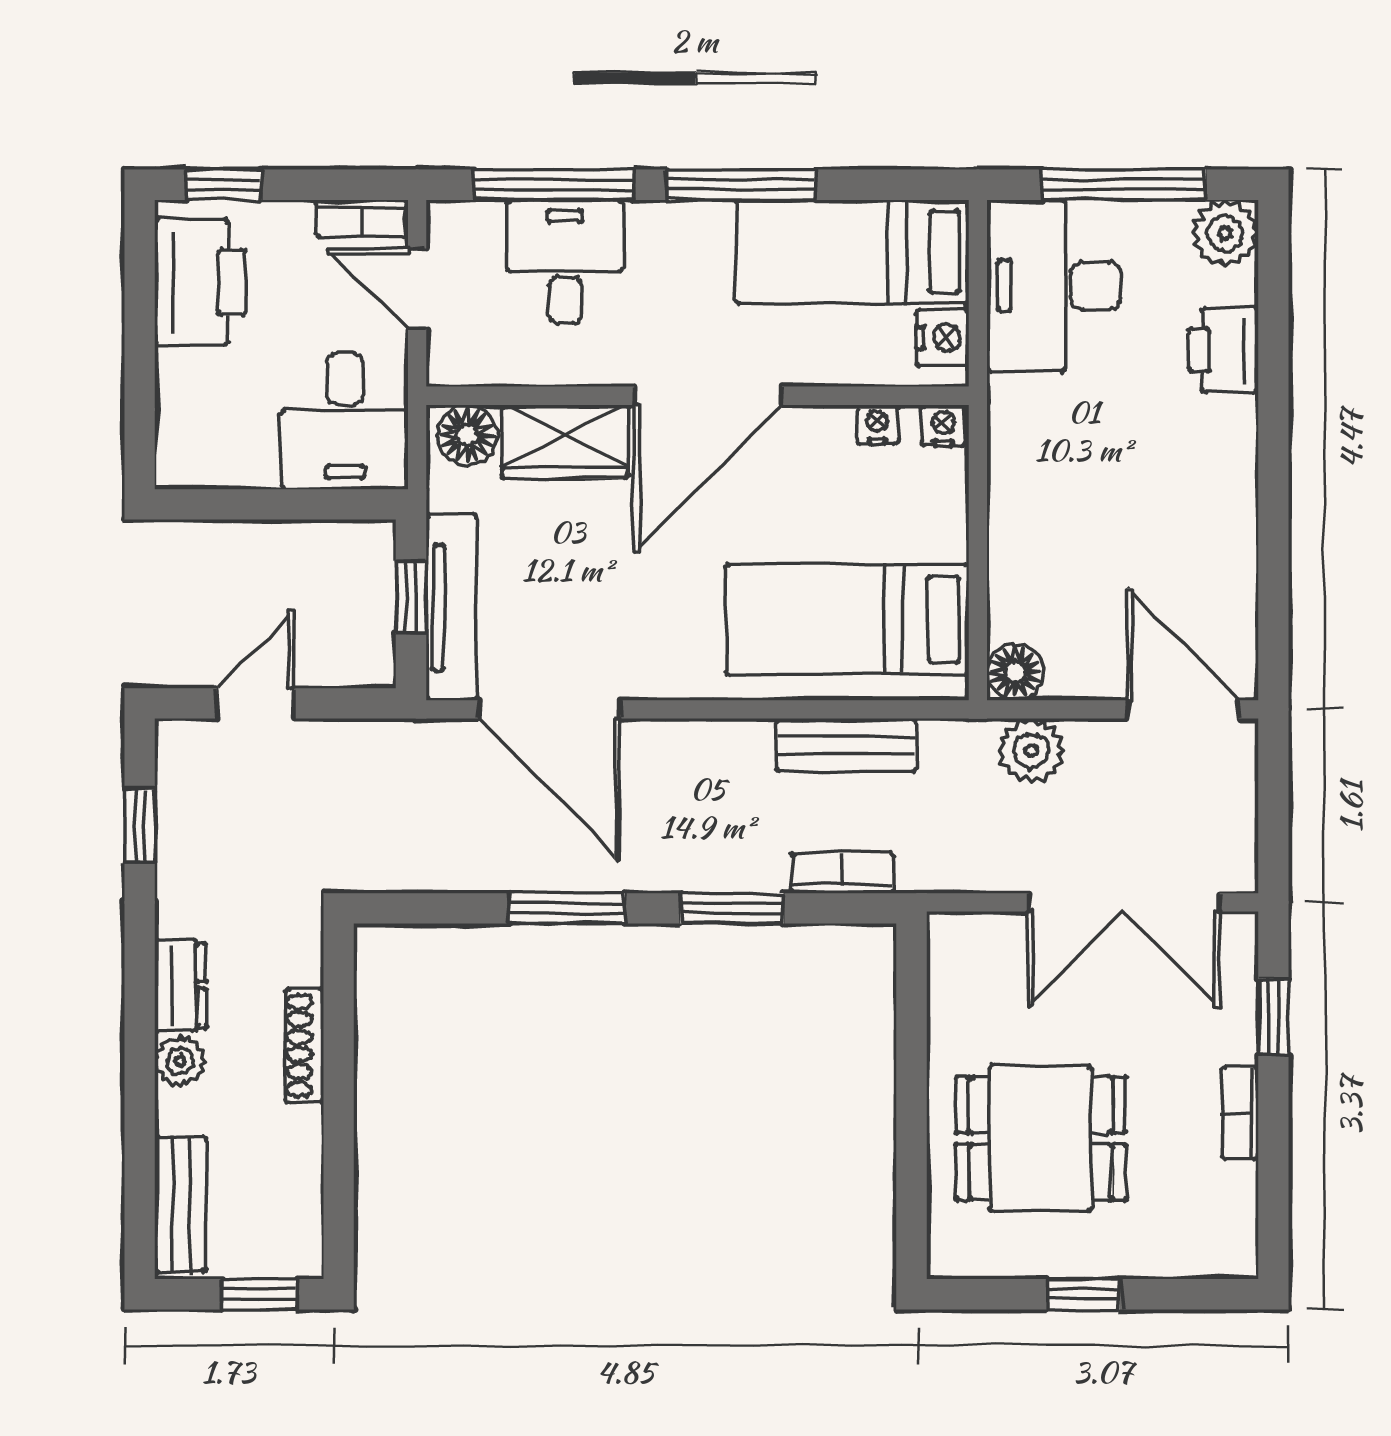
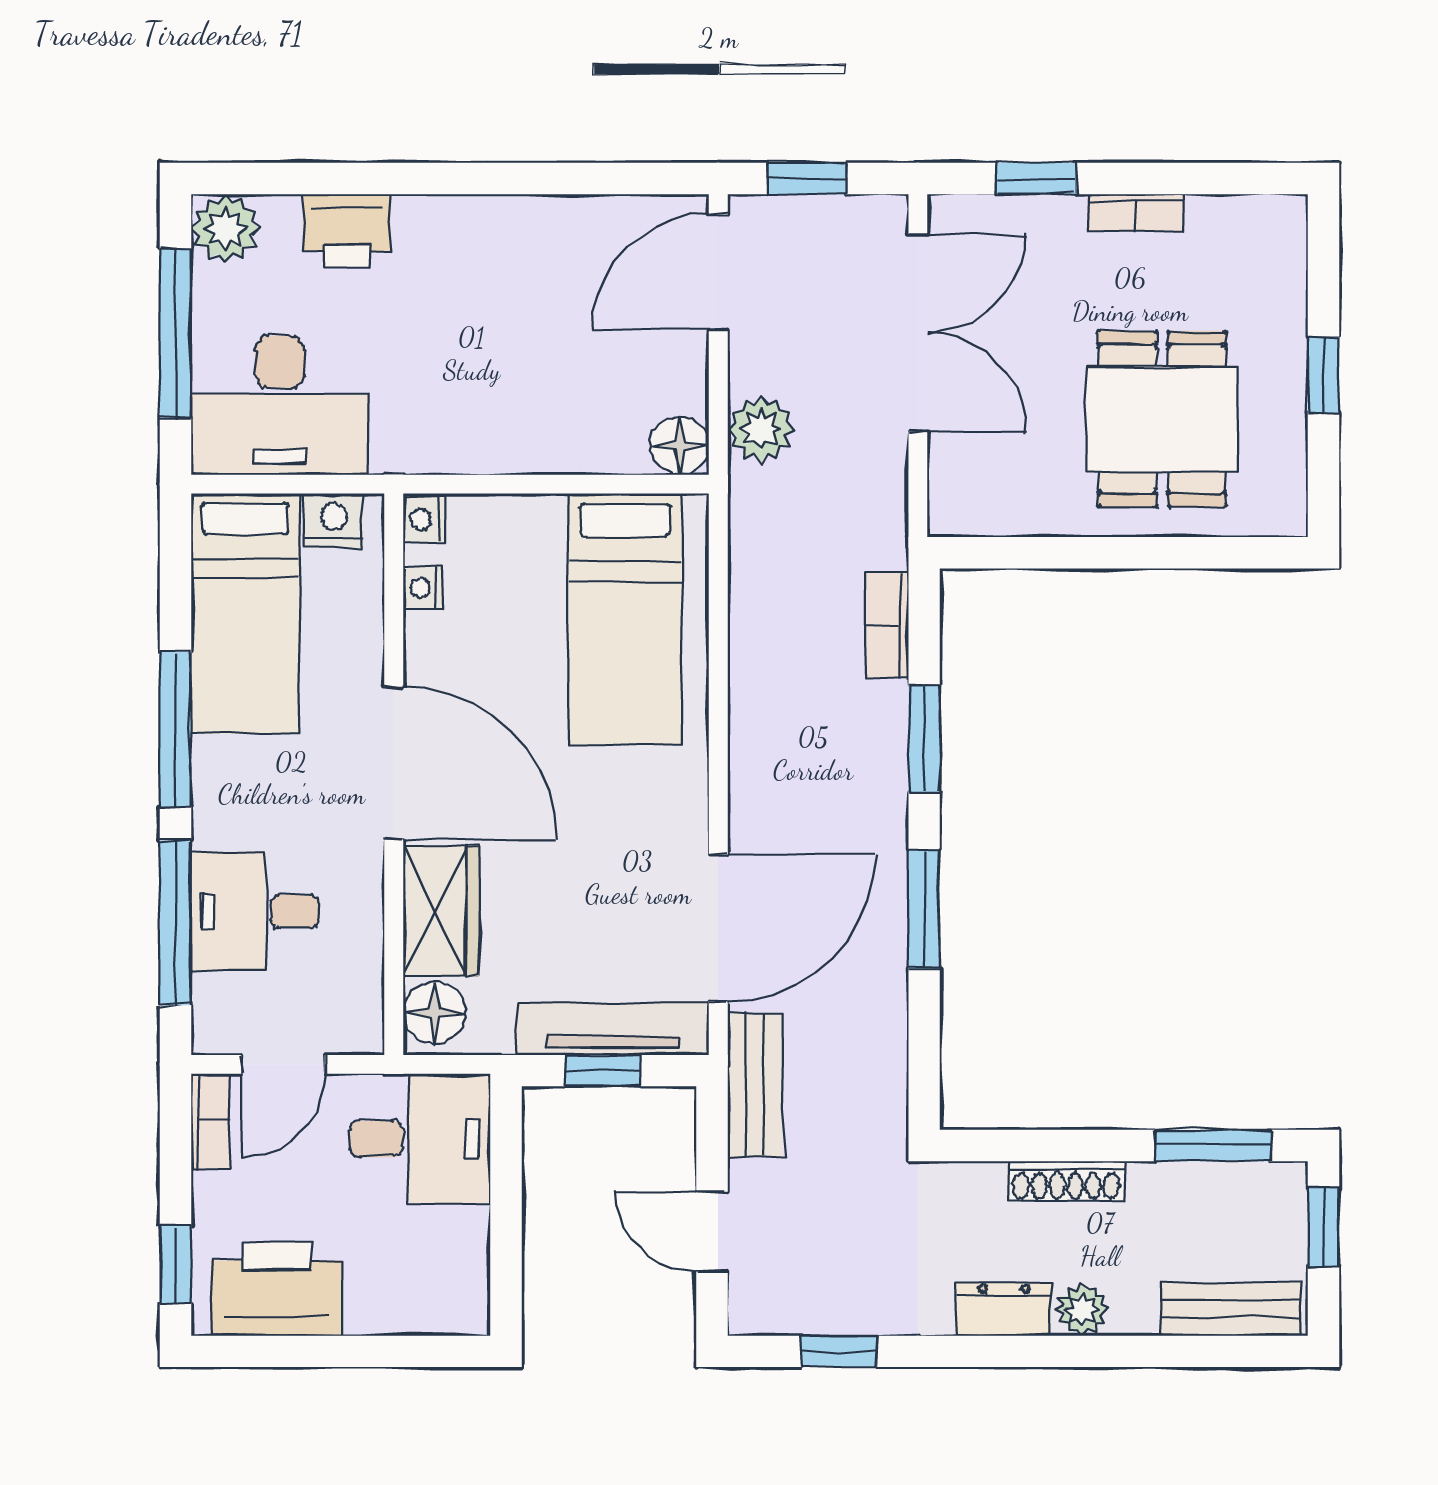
bench: (846, 745) -> (755, 1085), moved
window: (1273, 795) -> (806, 178), added
window: (339, 1188) -> (1213, 1145), added

